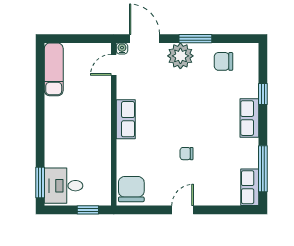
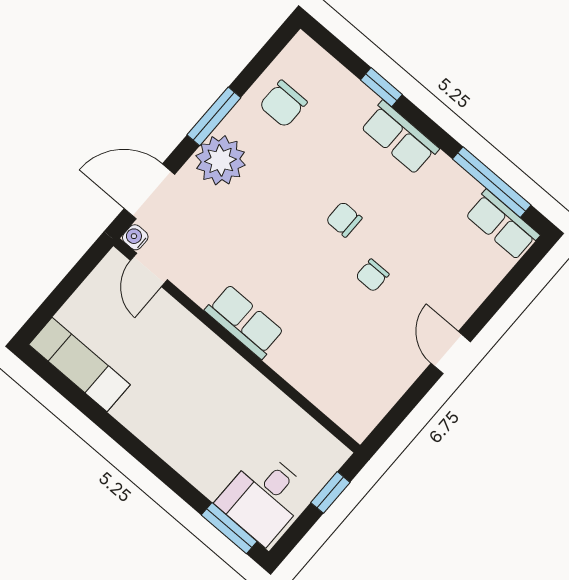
chair: (131, 189) -> (344, 219), moved, width x0.54, depth x0.54

